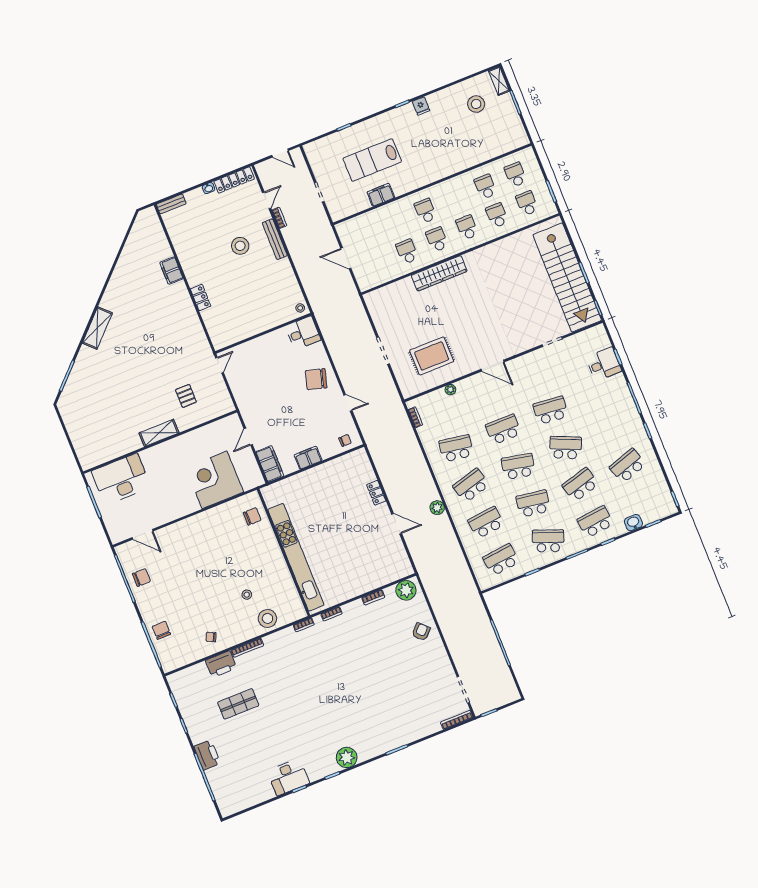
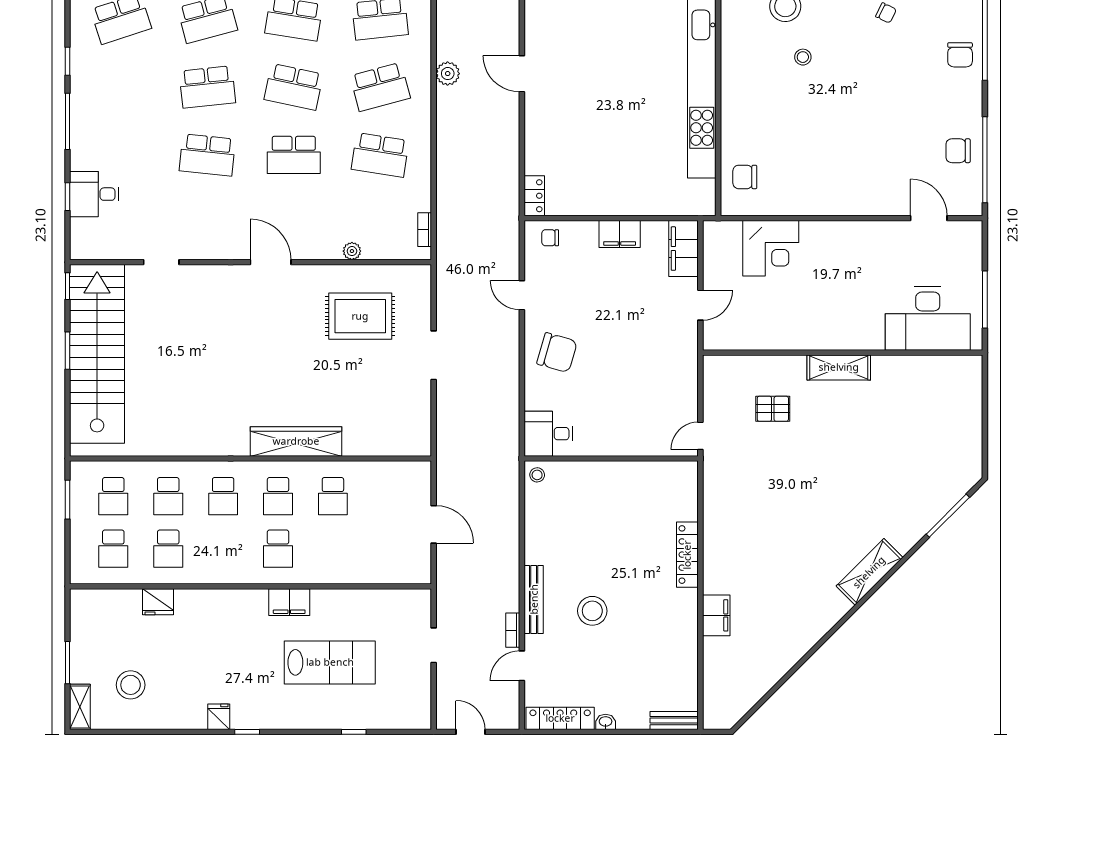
fridge: (479, 155) -> (158, 602), added
filing cabinet: (381, 195) -> (289, 602), moved
locker: (201, 297) -> (687, 555), width x1.53
pallet: (186, 396) -> (773, 409), turned 90
school desk: (565, 448) -> (207, 87), turned -30
corner desk: (215, 480) -> (771, 248), width x0.74, depth x0.74
locker: (376, 493) -> (534, 196), moved

